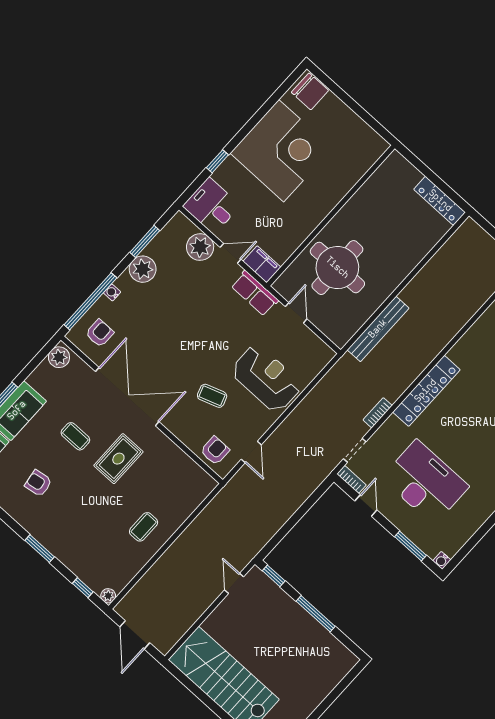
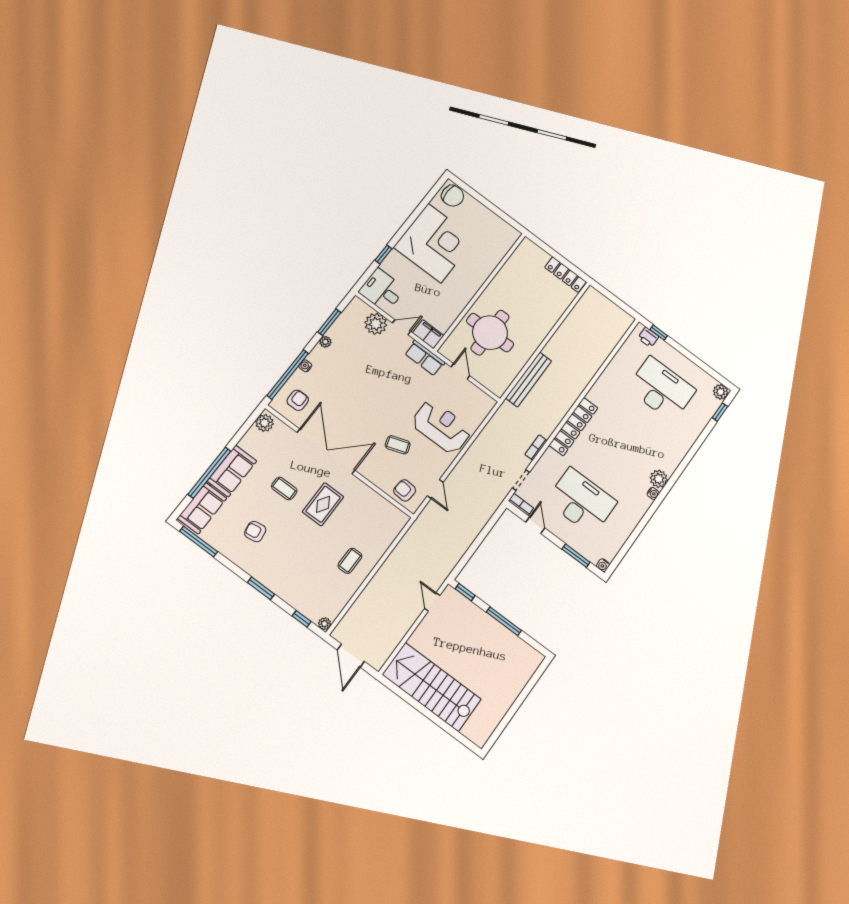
plant: (143, 269) -> (325, 342), width x0.53, depth x0.53
armchair: (215, 451) -> (405, 490), turned -85

